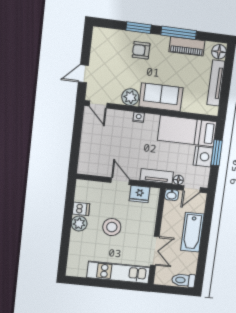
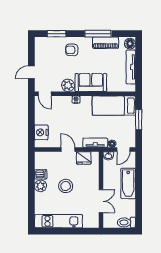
window: (139, 28) -> (57, 34), moved
nightstand: (203, 157) -> (41, 132), moved, turned 180
kitchen unit: (118, 272) -> (59, 221), moved

